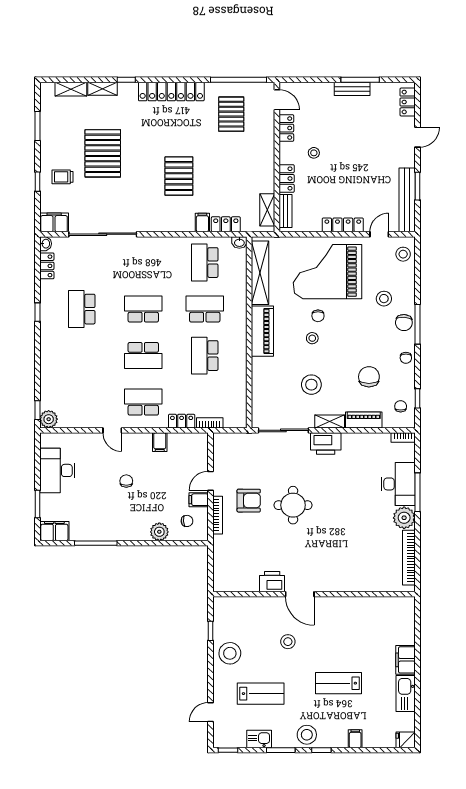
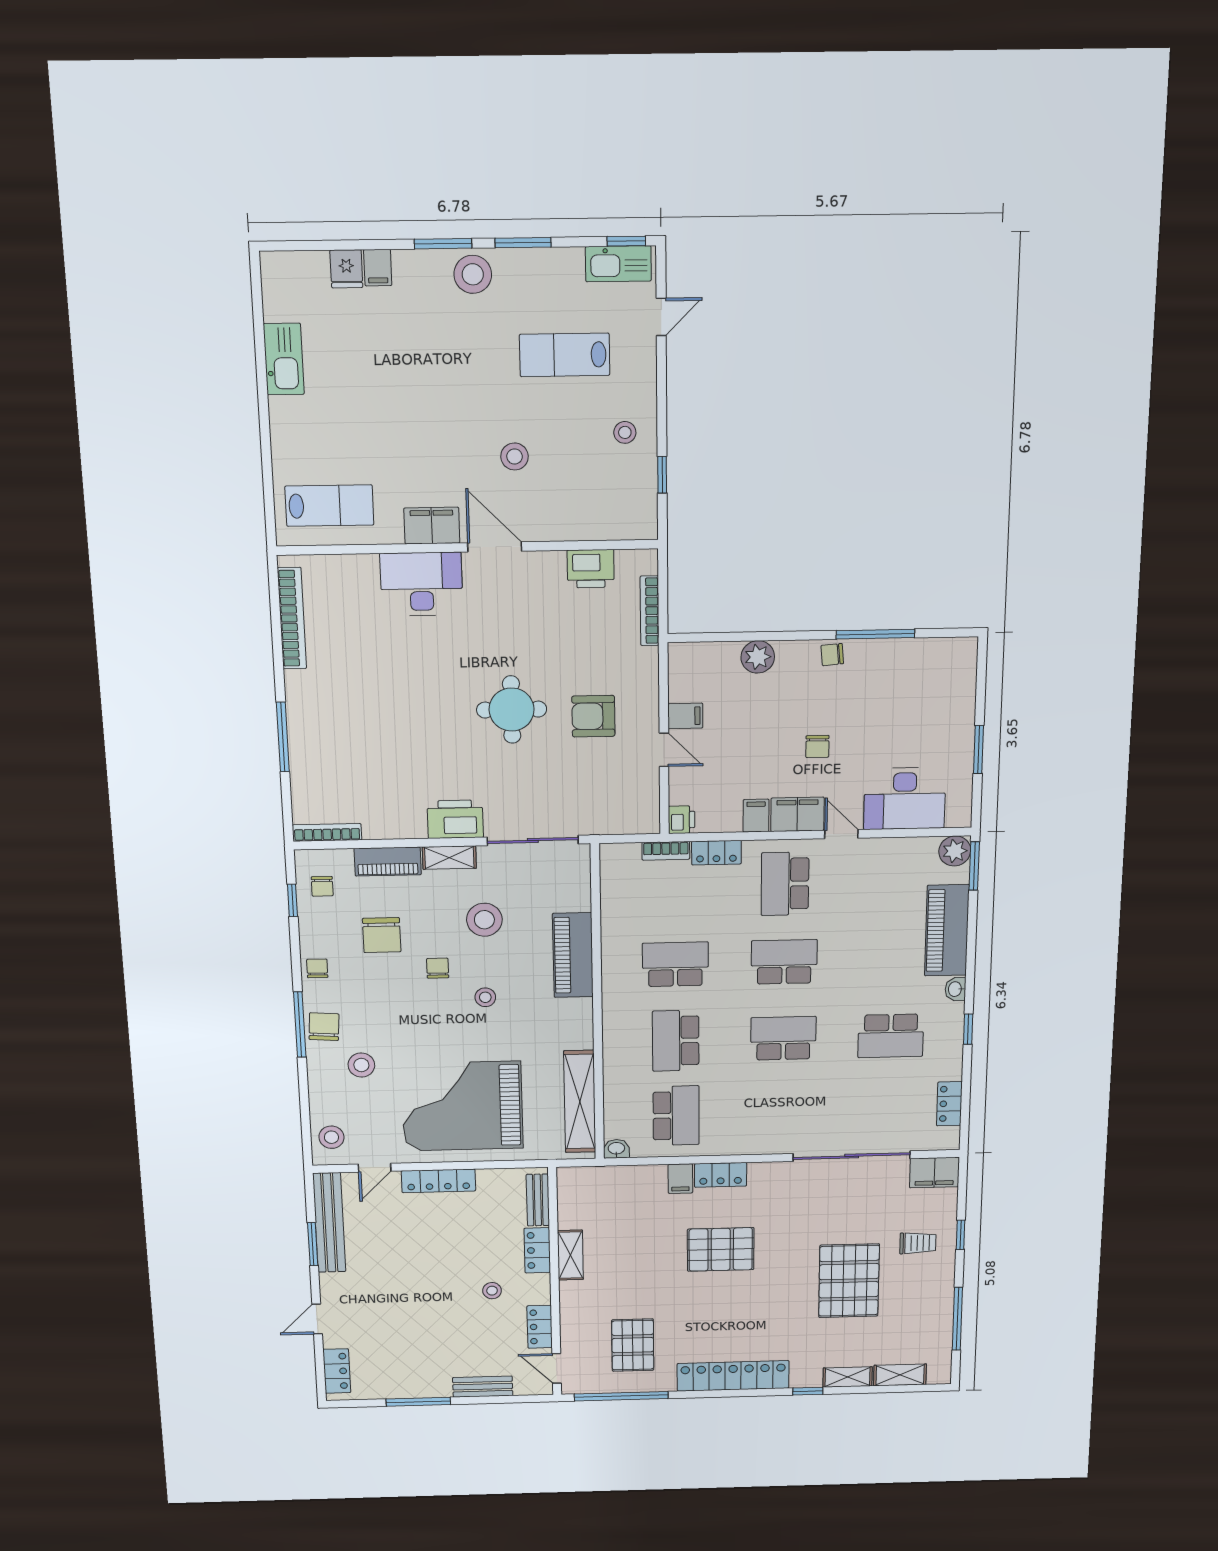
bench: (352, 89) -> (483, 1387), moved
window: (37, 126) -> (957, 1319), width x1.44
pallet: (179, 176) -> (721, 1249), turned 90
shelving: (267, 210) -> (570, 1255), moved
locker: (226, 224) -> (721, 1175), moved
washbasin: (46, 244) -> (955, 989), moved
grand piano: (327, 272) -> (462, 1106), turned 180
school desk: (82, 309) -> (891, 1036), turned 90
school desk: (143, 309) -> (783, 1038), turned 180
school desk: (205, 309) -> (676, 1041), turned 90
chair: (318, 316) -> (438, 968), moved
piano: (262, 331) -> (573, 955), moved
school desk: (205, 356) -> (675, 964), turned -90
piano: (52, 372) -> (947, 930), added
school desk: (143, 402) -> (785, 884), turned 90
window: (37, 410) -> (974, 866), width x1.50
bookcase: (403, 438) -> (327, 832), width x1.56
printer: (201, 441) -> (682, 820), added
desk: (57, 470) -> (905, 799), moved, turned 90
door: (210, 481) -> (664, 750), hinge flipped
desk: (398, 484) -> (421, 584), moved, turned 90
window: (37, 504) -> (979, 750), moved
bookcase: (218, 515) -> (650, 611), moved
plant: (404, 518) -> (305, 691), removed
chair: (187, 521) -> (832, 655), moved
filing cabinet: (54, 531) -> (797, 814), moved, turned 180
printer: (272, 582) -> (591, 569), moved
stool: (230, 653) -> (625, 432), width x0.53, depth x0.53
filing cabinet: (406, 660) -> (432, 526), moved, turned -90
lab bench: (338, 683) -> (329, 506), moved
kitchen sink: (259, 739) -> (618, 264), moved, width x1.38
fridge: (406, 740) -> (346, 269), moved, turned 90
window: (321, 750) -> (443, 244), width x1.50

